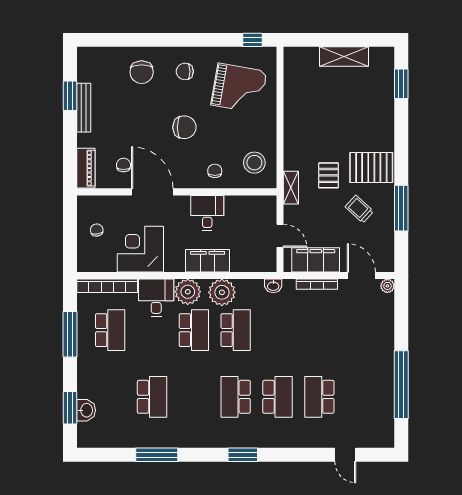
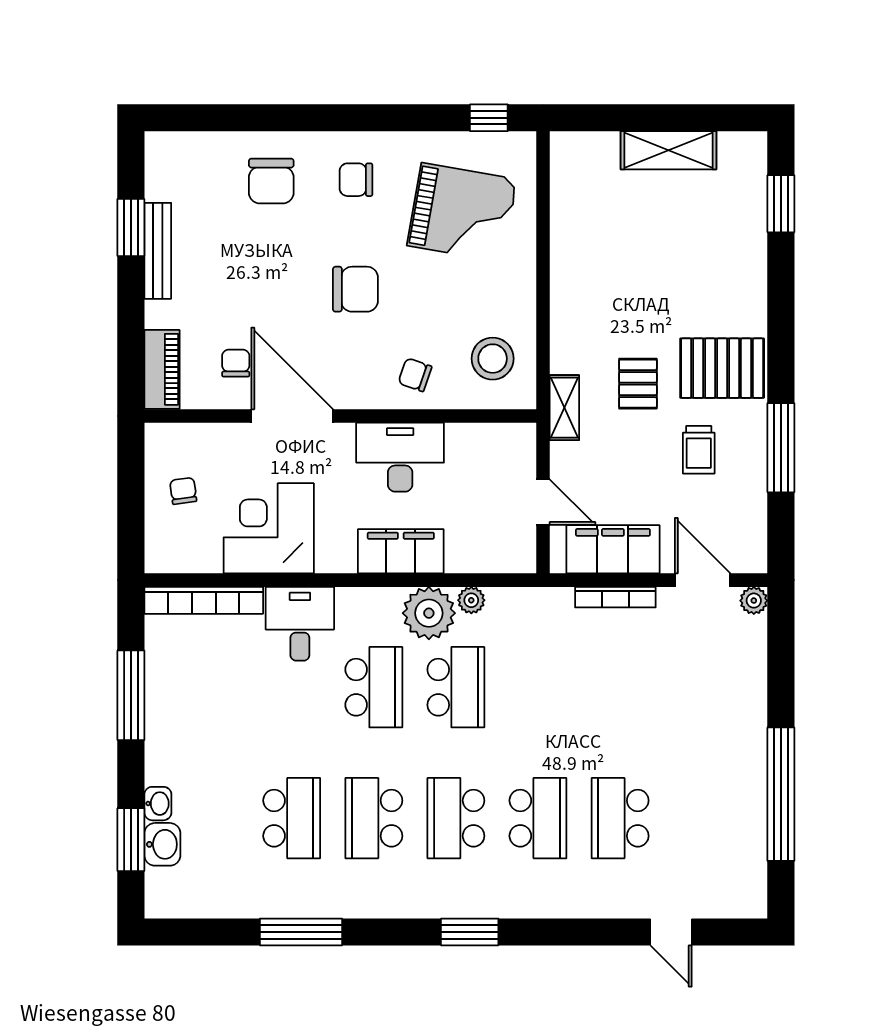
chair: (215, 171) -> (415, 375), turned -71
trolley: (359, 209) -> (699, 450), turned -133
desk: (207, 213) -> (400, 457), width x1.37
washbasin: (273, 286) -> (158, 804), moved, turned -90
plant: (188, 292) -> (471, 600), moved, width x0.53, depth x0.53
school desk: (110, 330) -> (374, 818), moved, turned 180

